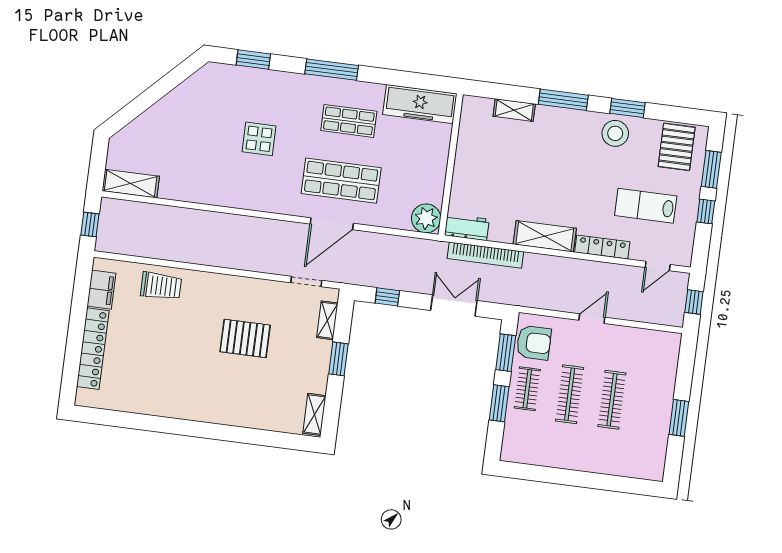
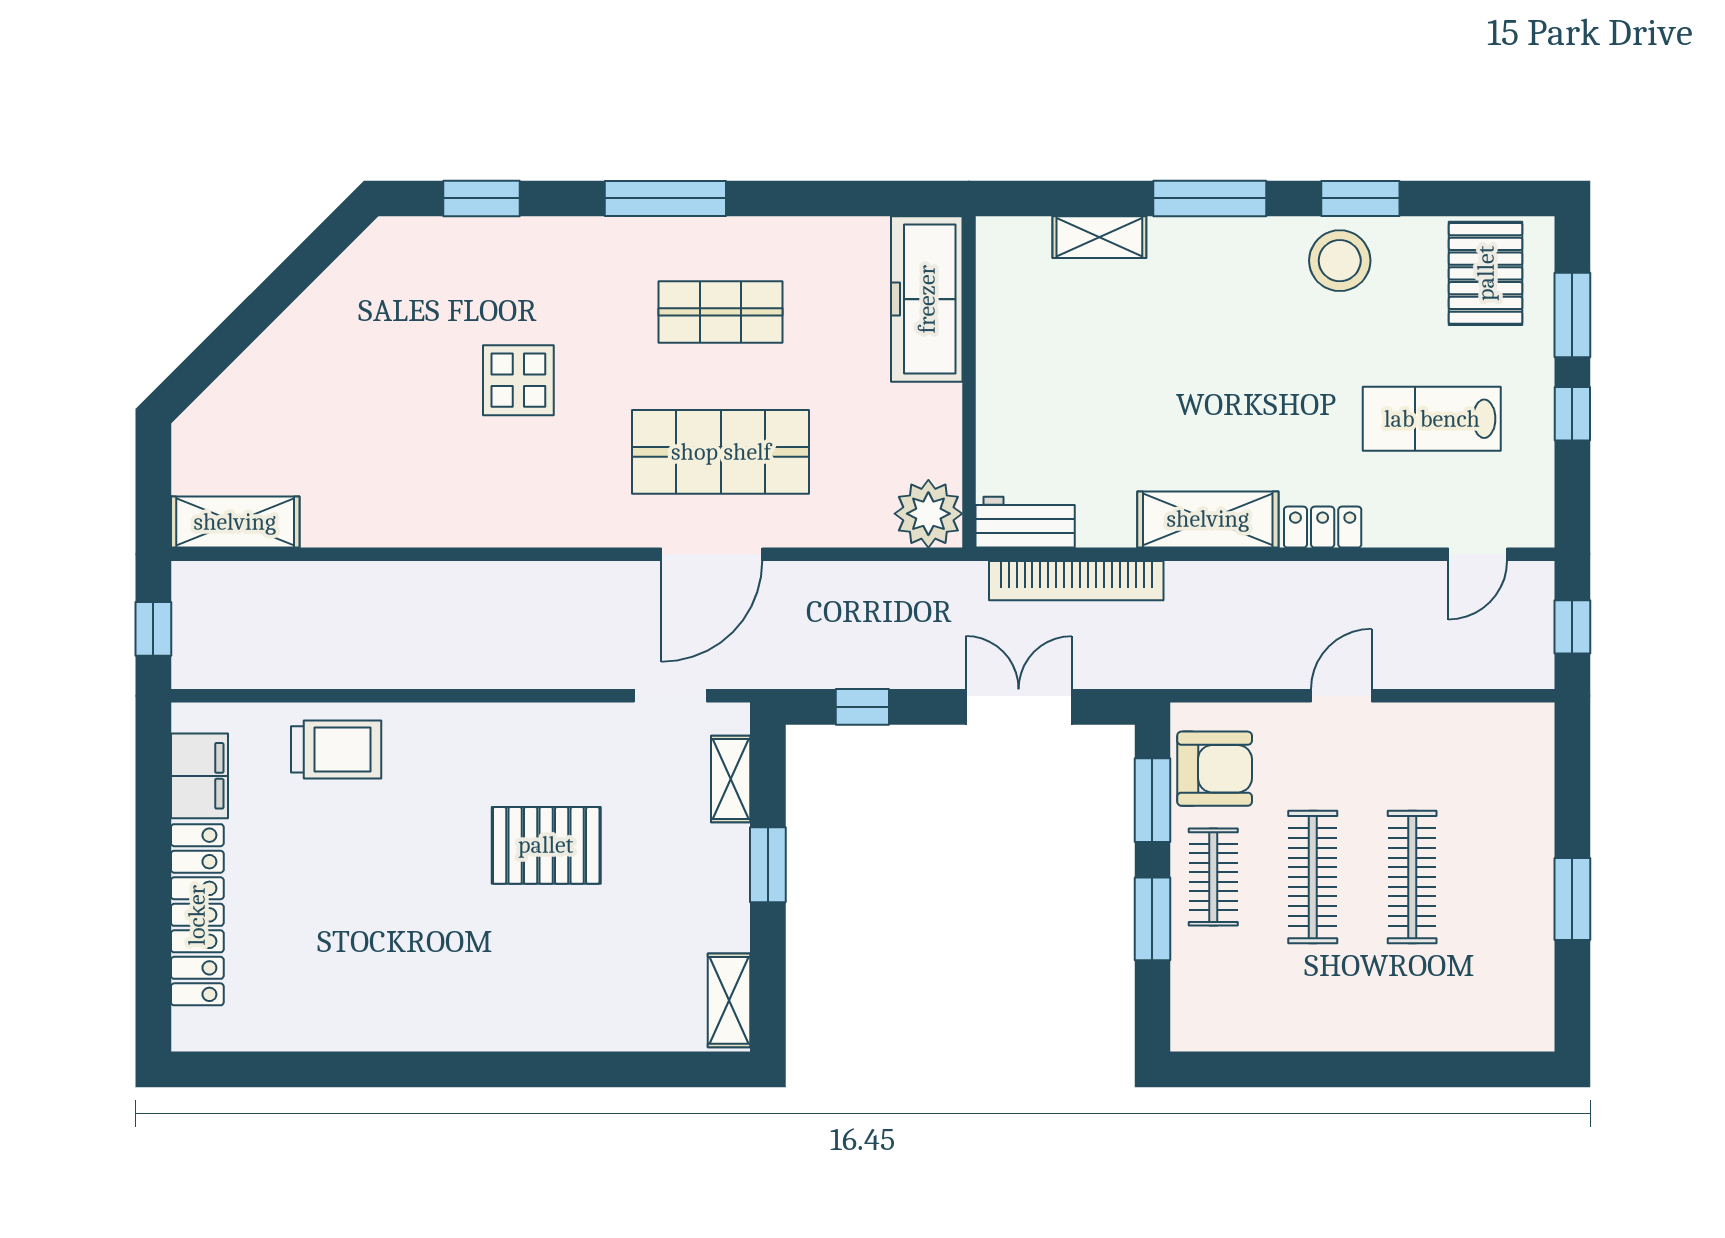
freezer: (420, 104) -> (927, 299), moved, turned 90
locker: (602, 247) -> (1323, 527), width x0.66

